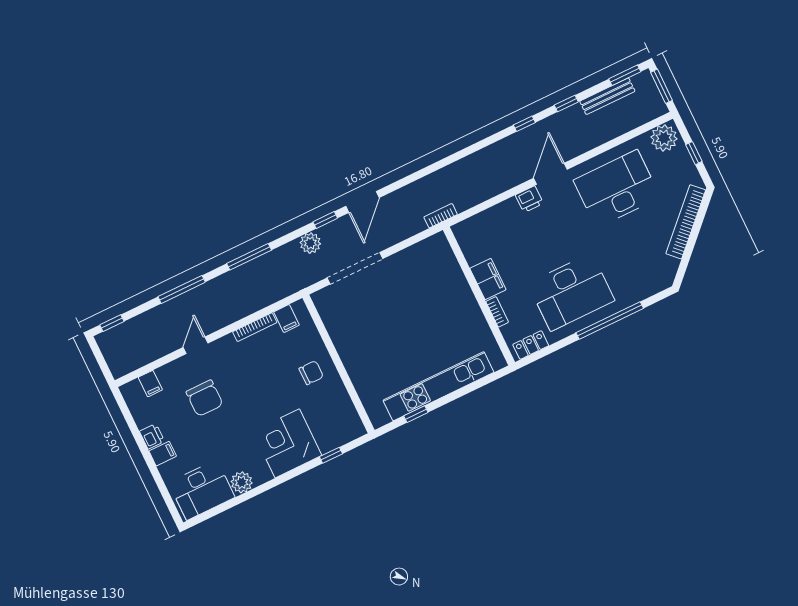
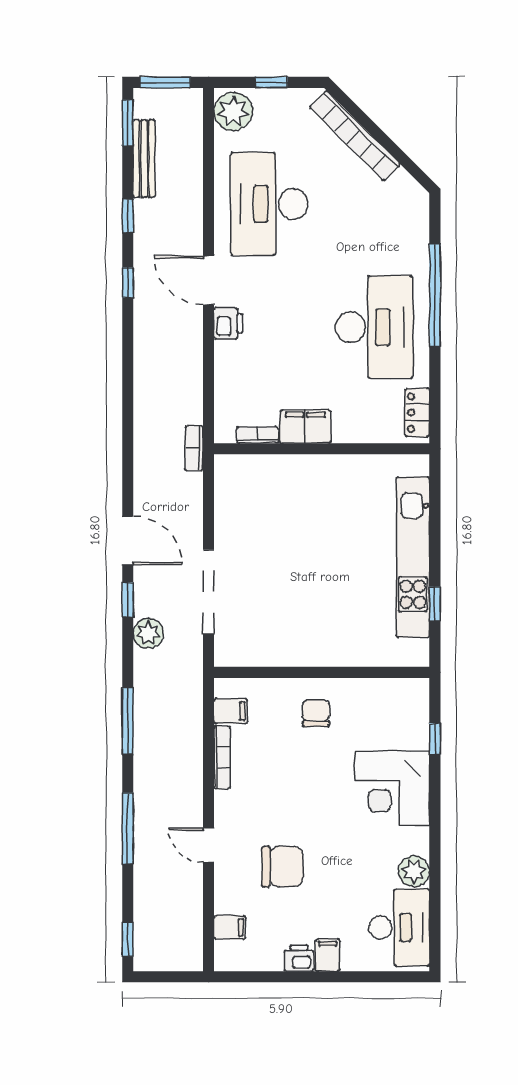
bookcase: (497, 312) -> (257, 435), moved

